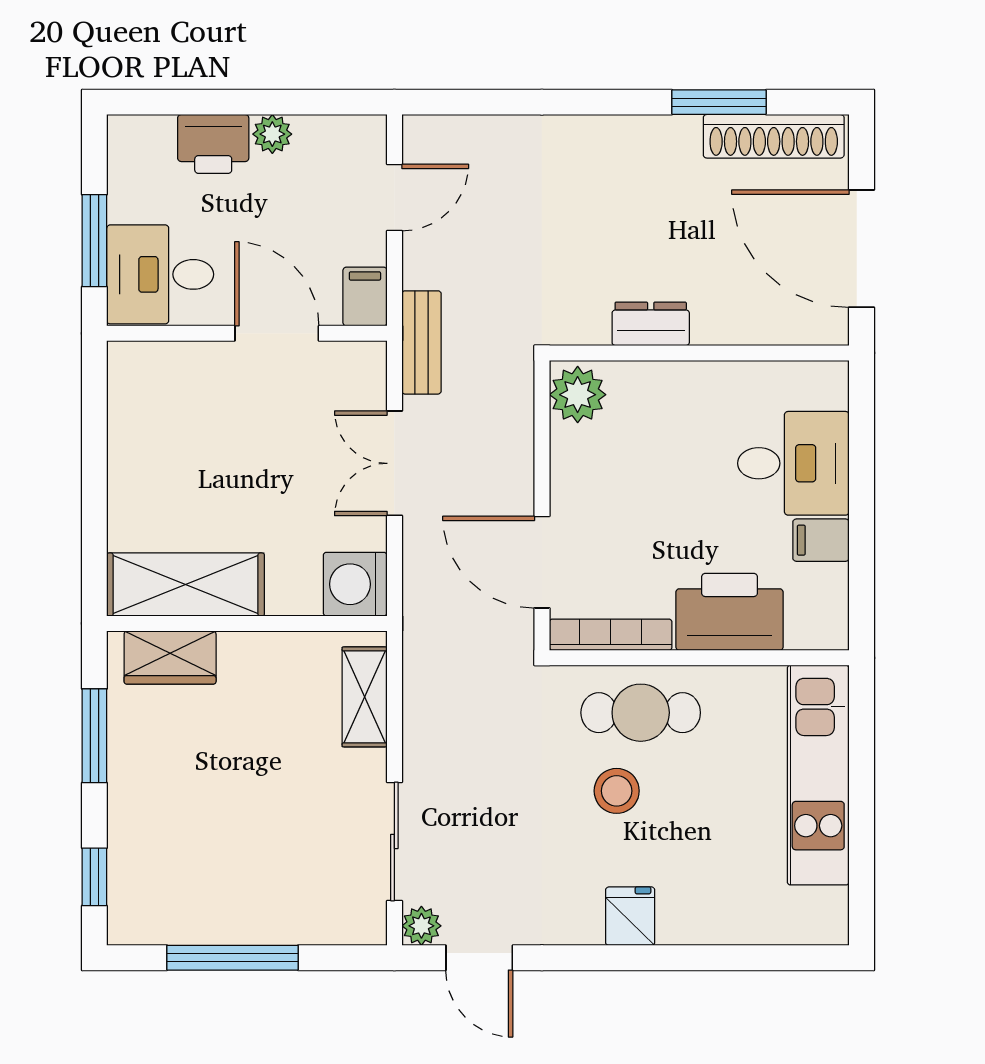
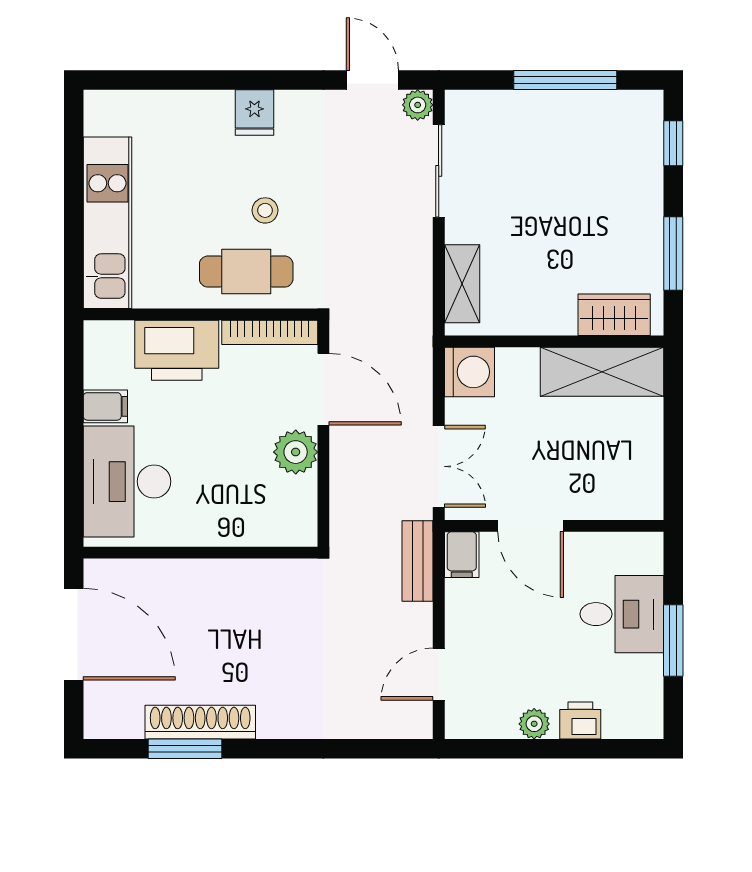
shoe rack: (774, 136) -> (200, 722), moved
printer: (213, 144) -> (580, 721), width x0.73, depth x0.81
filing cabinet: (365, 296) -> (462, 555), moved
dresser: (651, 324) -> (238, 575), removed
wall: (247, 333) -> (554, 526), moved
door: (277, 333) -> (531, 526), moved
plant: (578, 395) -> (296, 452), moved
desk: (793, 463) -> (127, 482), width x1.37
stool: (617, 791) -> (265, 210), width x0.73, depth x0.73

